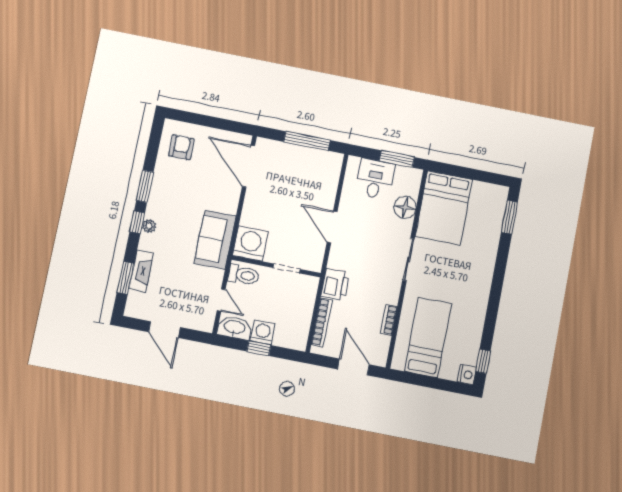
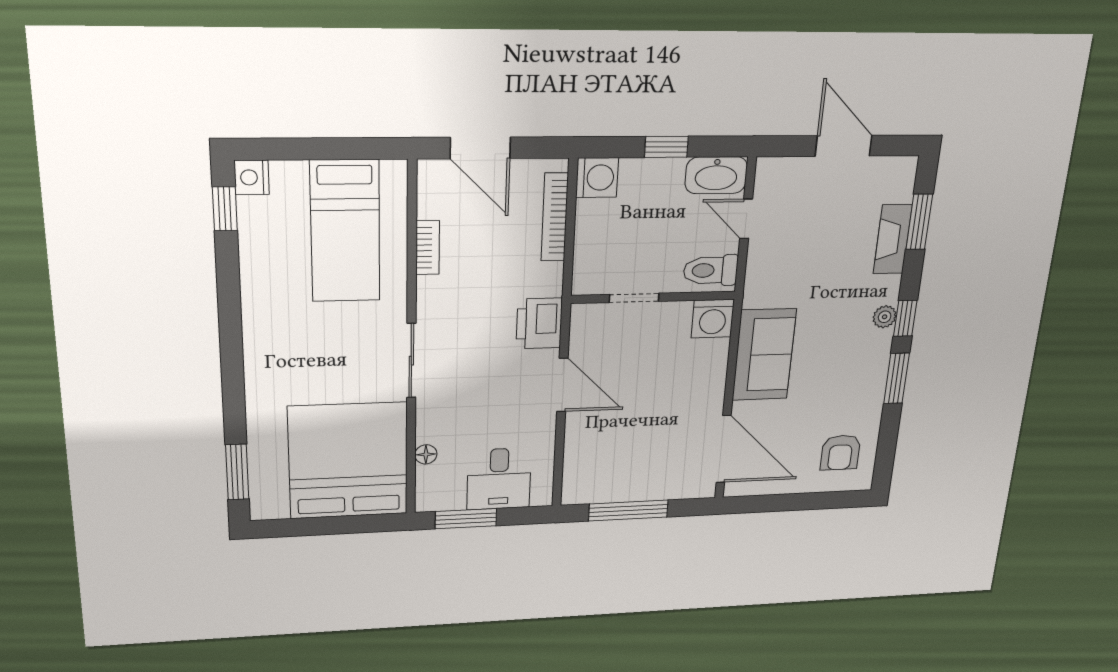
floor lamp: (405, 207) -> (426, 454), width x0.53, depth x0.53
bed: (444, 208) -> (348, 461), width x1.36
sofa: (215, 240) -> (764, 355), moved
washing machine: (250, 244) -> (713, 319), width x0.73, depth x0.73
printer: (335, 284) -> (539, 323), moved
washing machine: (263, 332) -> (597, 178), moved, turned -90

